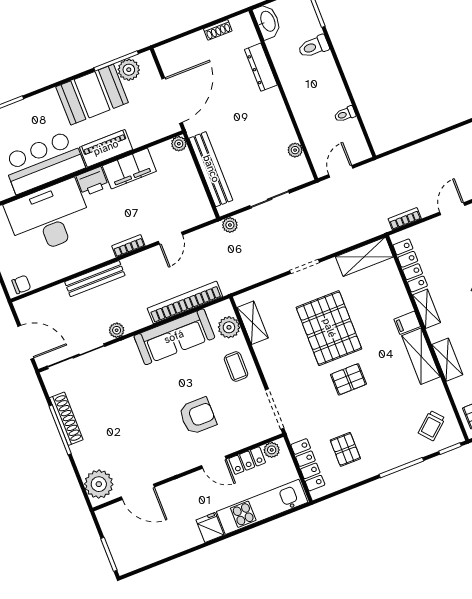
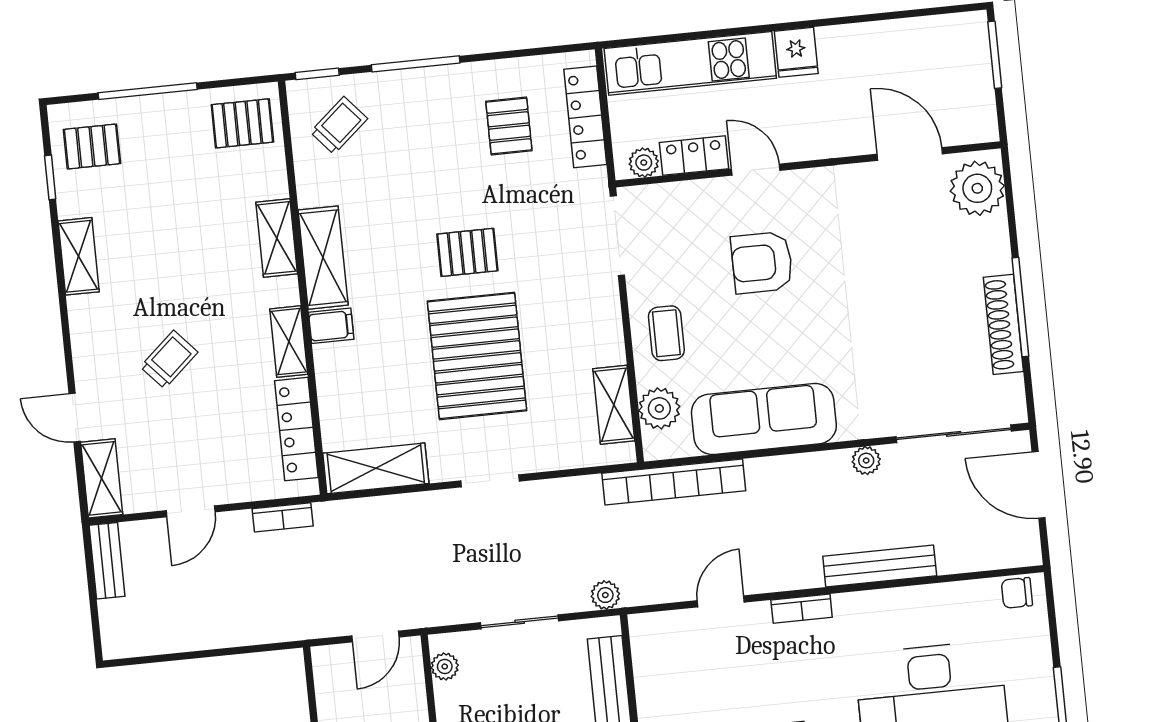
plant: (295, 150) -> (445, 666), moved
bookcase: (185, 302) -> (674, 482), moved

